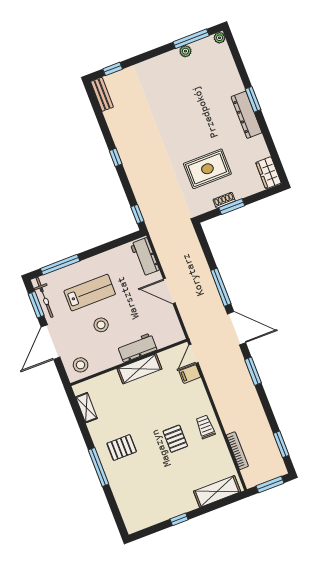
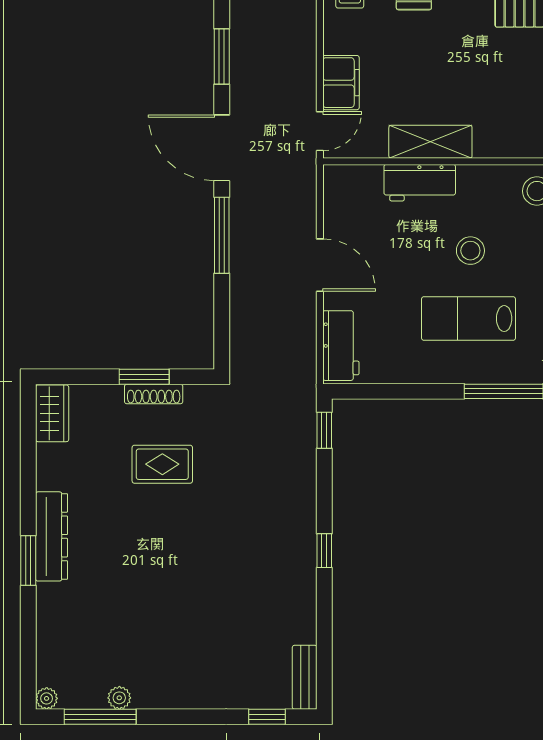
rug: (207, 169) -> (162, 464), width x0.73, depth x0.70
shoe rack: (224, 200) -> (154, 394), width x1.43
filing cabinet: (190, 374) -> (341, 83), width x2.00

